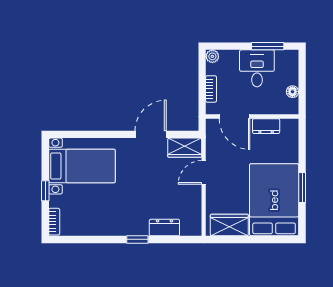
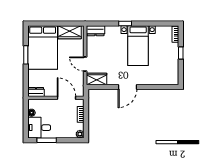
desk: (257, 68) -> (39, 128), moved, turned 90
dresser: (266, 126) -> (36, 92), moved
door: (151, 134) -> (127, 87), moved
bed with nightstands: (82, 166) -> (138, 46), moved, turned -90
door: (204, 172) -> (85, 64), swing flipped
dresser: (164, 228) -> (95, 31), moved

